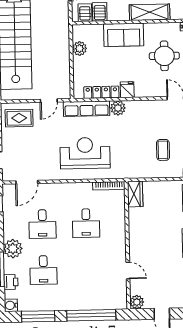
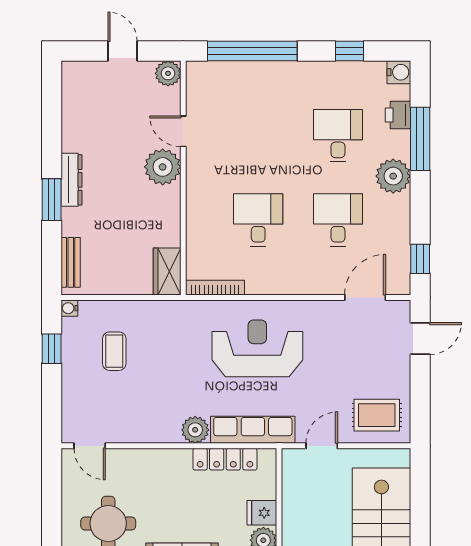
fridge: (127, 90) -> (262, 513), moved, turned 90
reception desk: (85, 153) -> (257, 348), turned 180
plant: (139, 251) -> (163, 167), added
window: (38, 316) -> (350, 51), width x0.46

